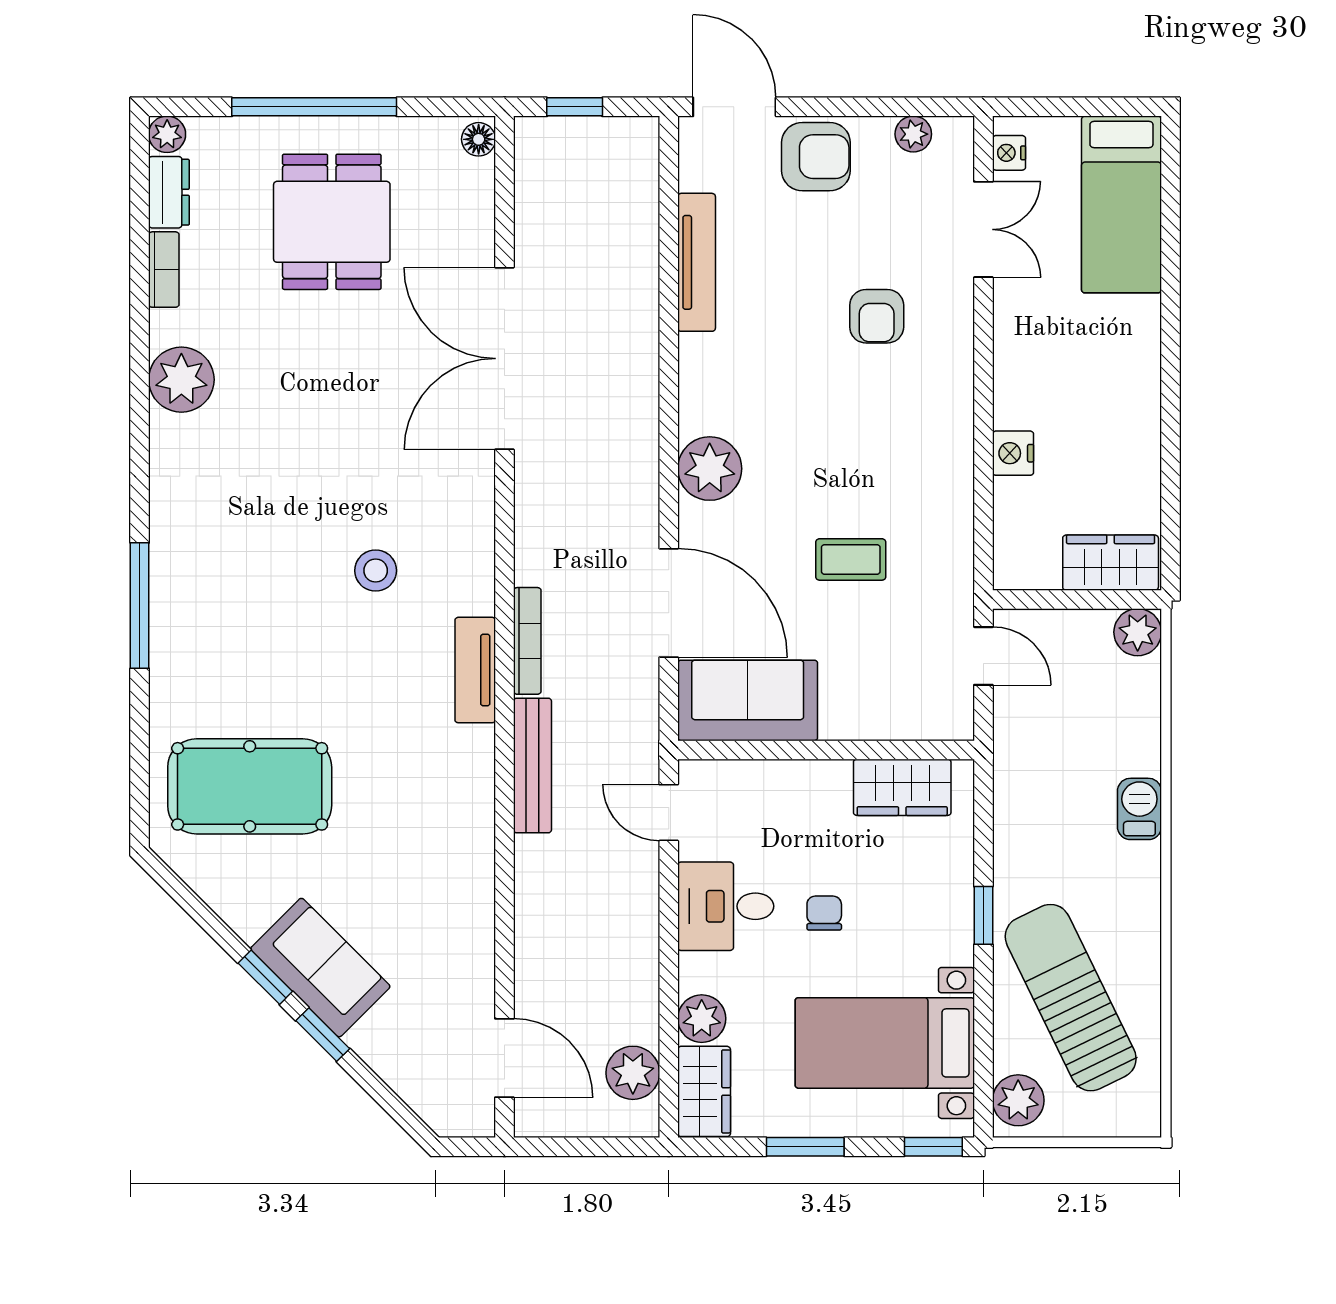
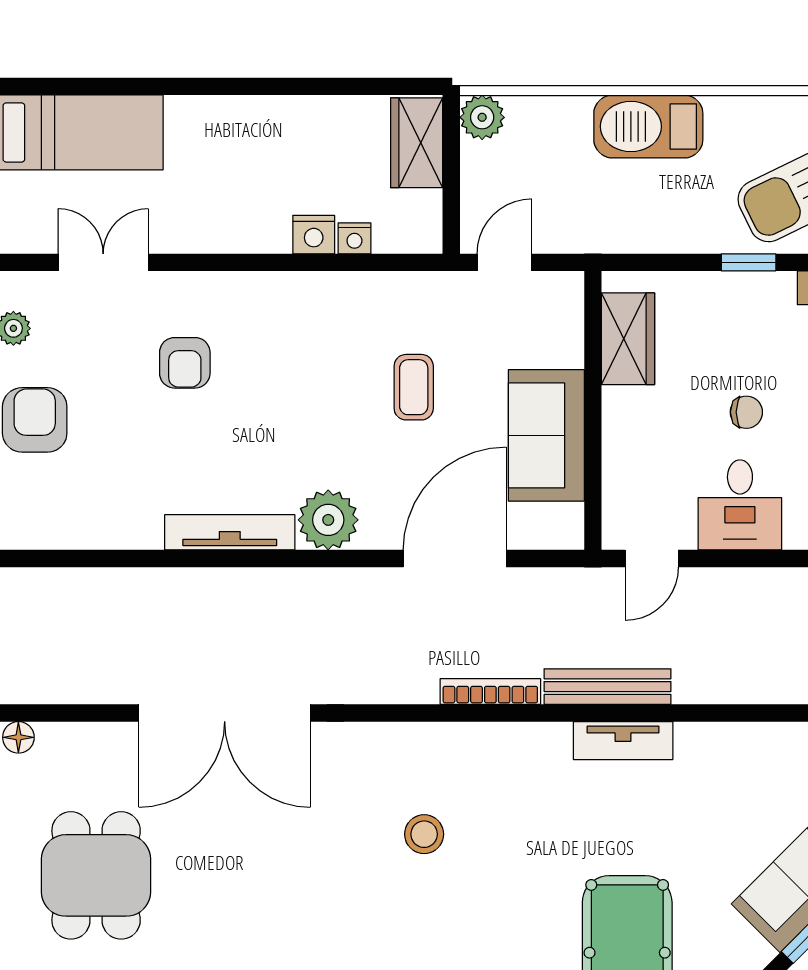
nightstand: (1009, 153) -> (354, 238), moved
dining table: (332, 222) -> (96, 875), turned 90
tv unit: (697, 262) -> (230, 532), moved
armchair: (877, 316) -> (185, 363), turned 90
tv unit: (475, 670) -> (623, 741), moved
sofa: (748, 700) -> (546, 435), moved
barbecue: (1139, 809) -> (648, 126), width x1.88, depth x1.53
chair: (824, 913) -> (746, 412), turned 180

